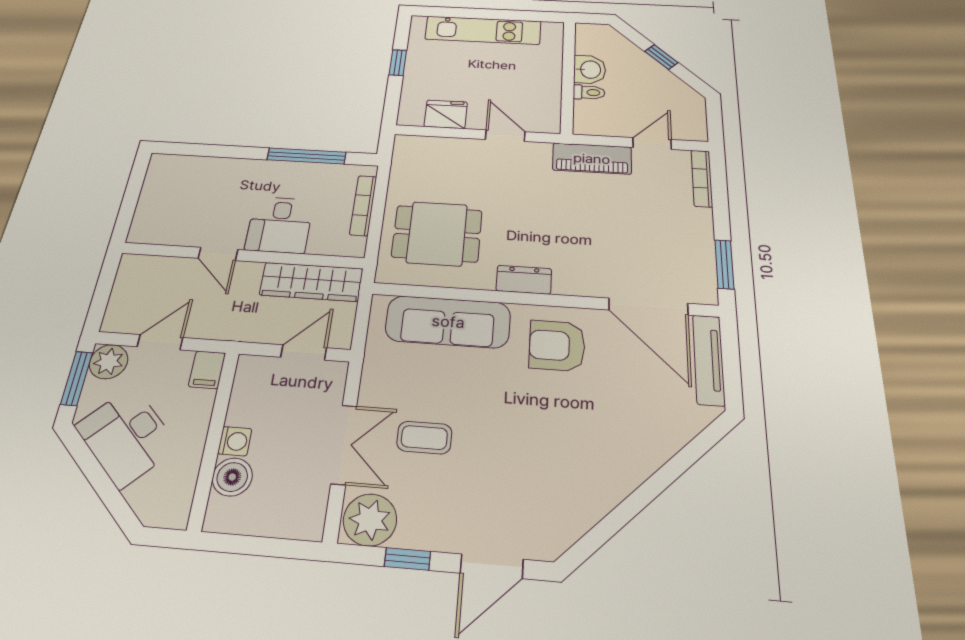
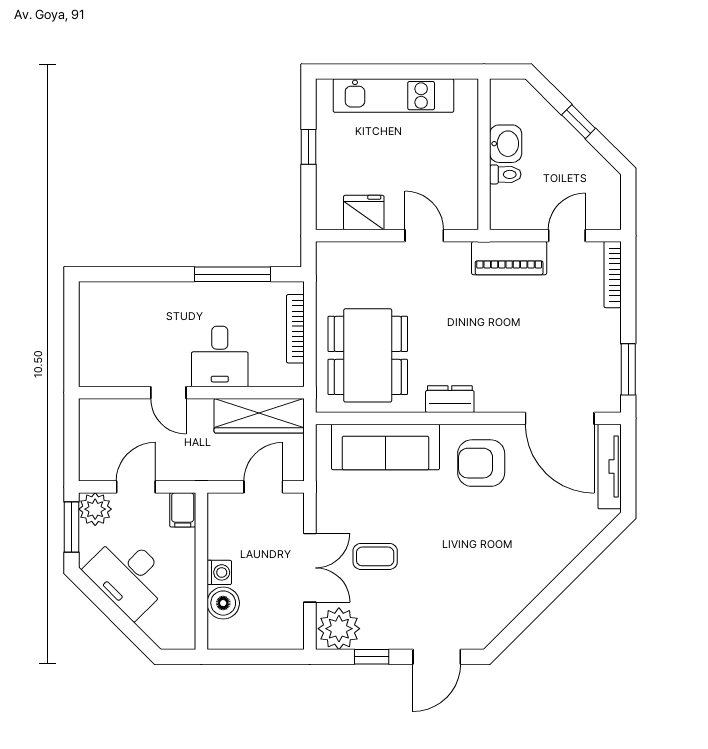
dining table: (437, 234) -> (368, 355), width x1.38

